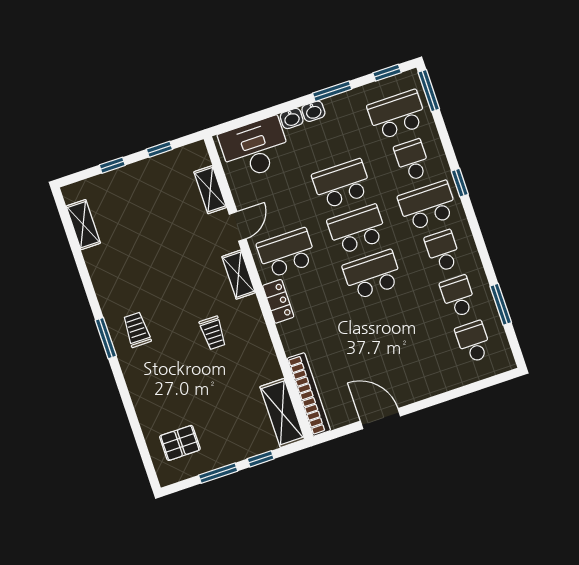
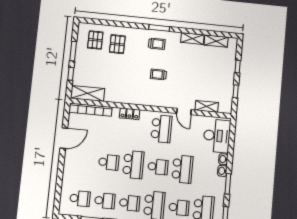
school desk: (357, 229) -> (158, 167), width x0.54
shelving: (239, 275) -> (192, 39), moved
locker: (278, 301) -> (130, 114), moved
school desk: (388, 320) -> (109, 162), added
trolley: (213, 333) -> (158, 75), moved
pallet: (170, 400) -> (117, 44), added

